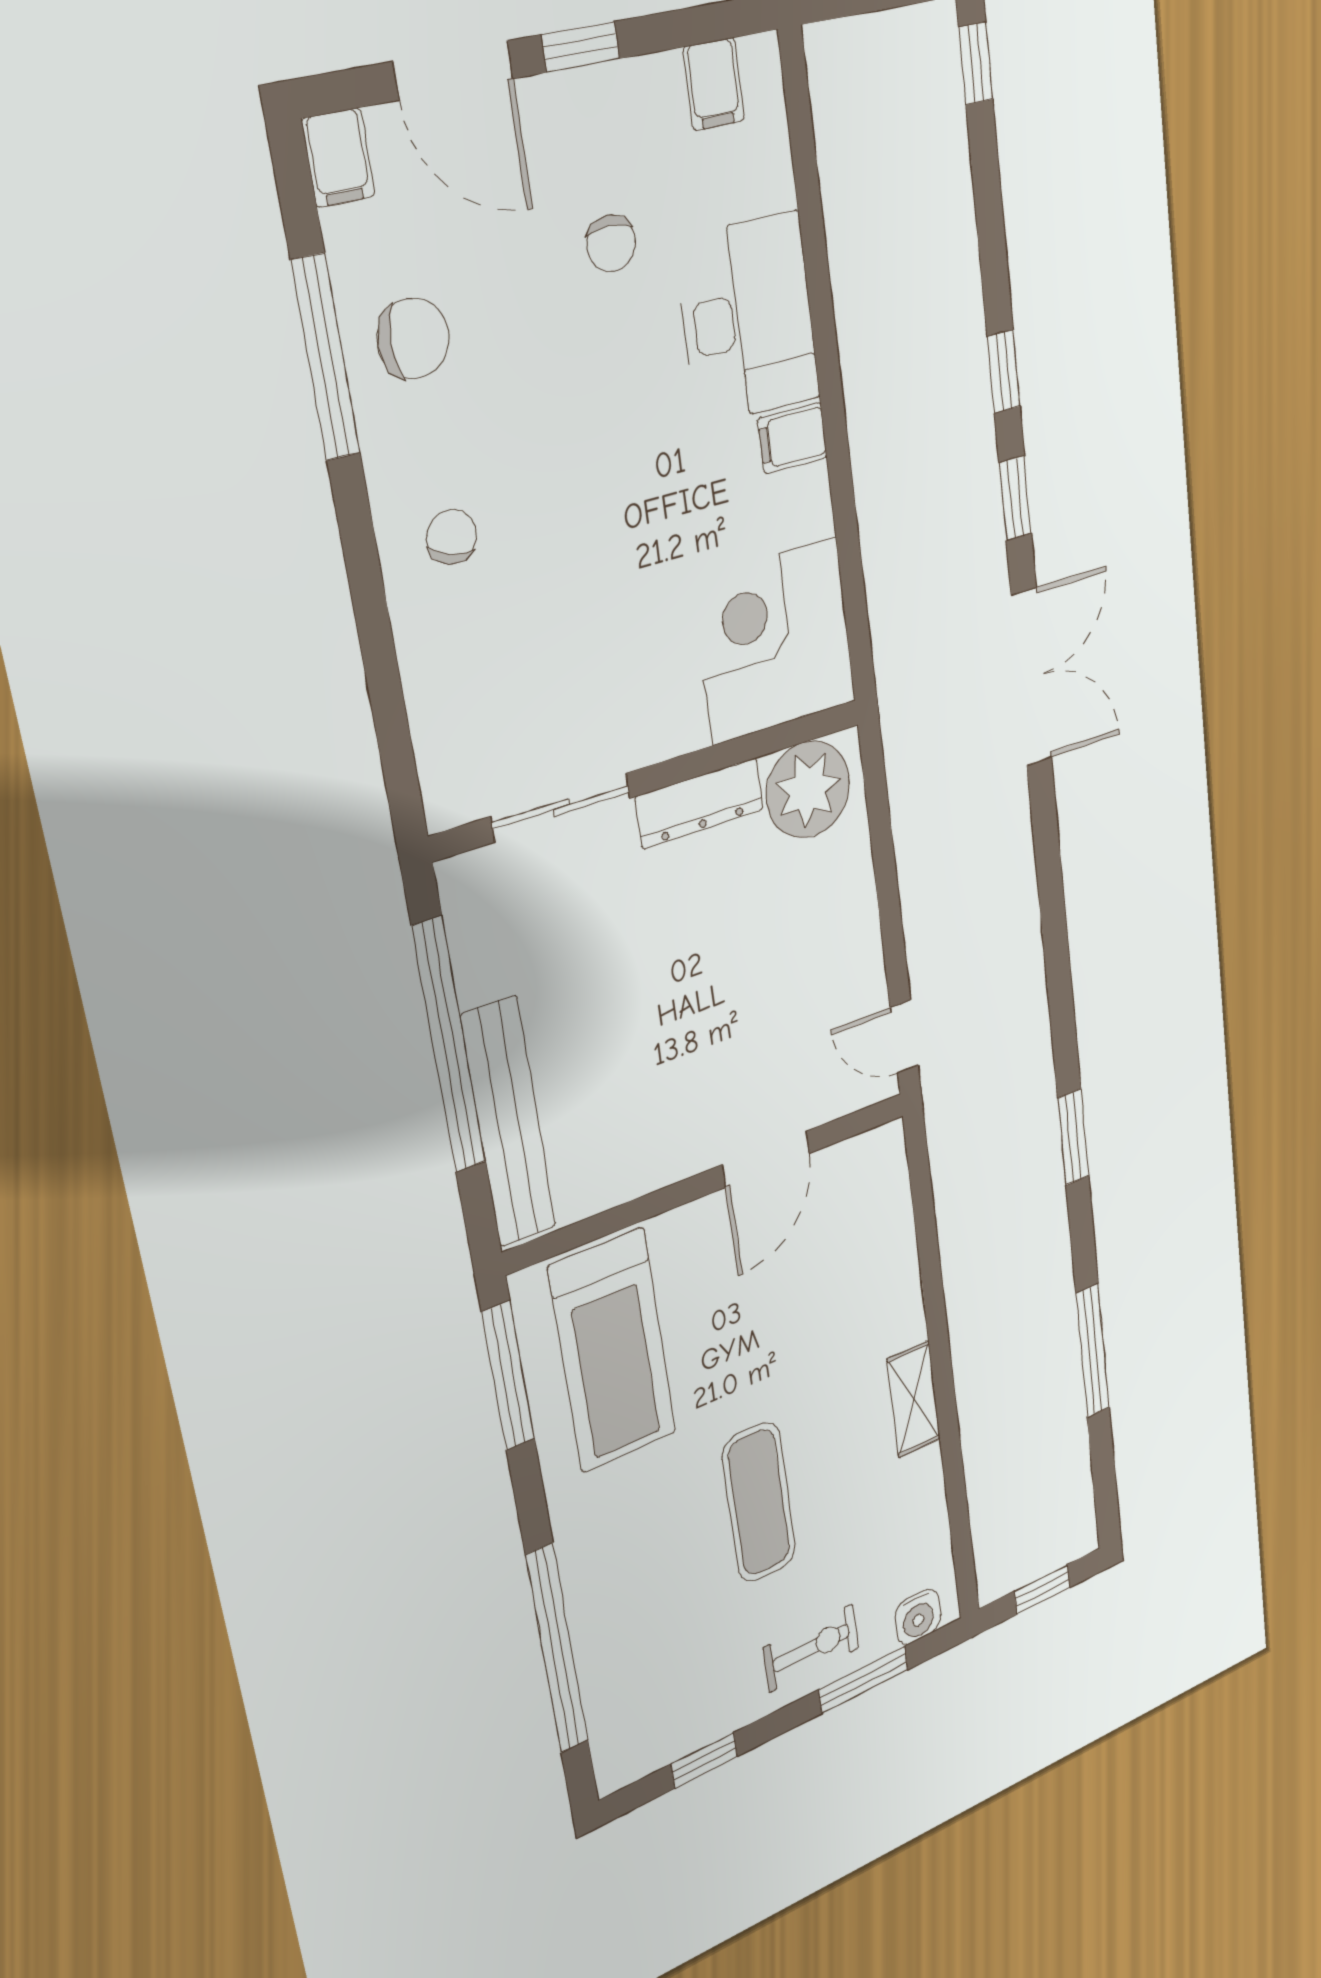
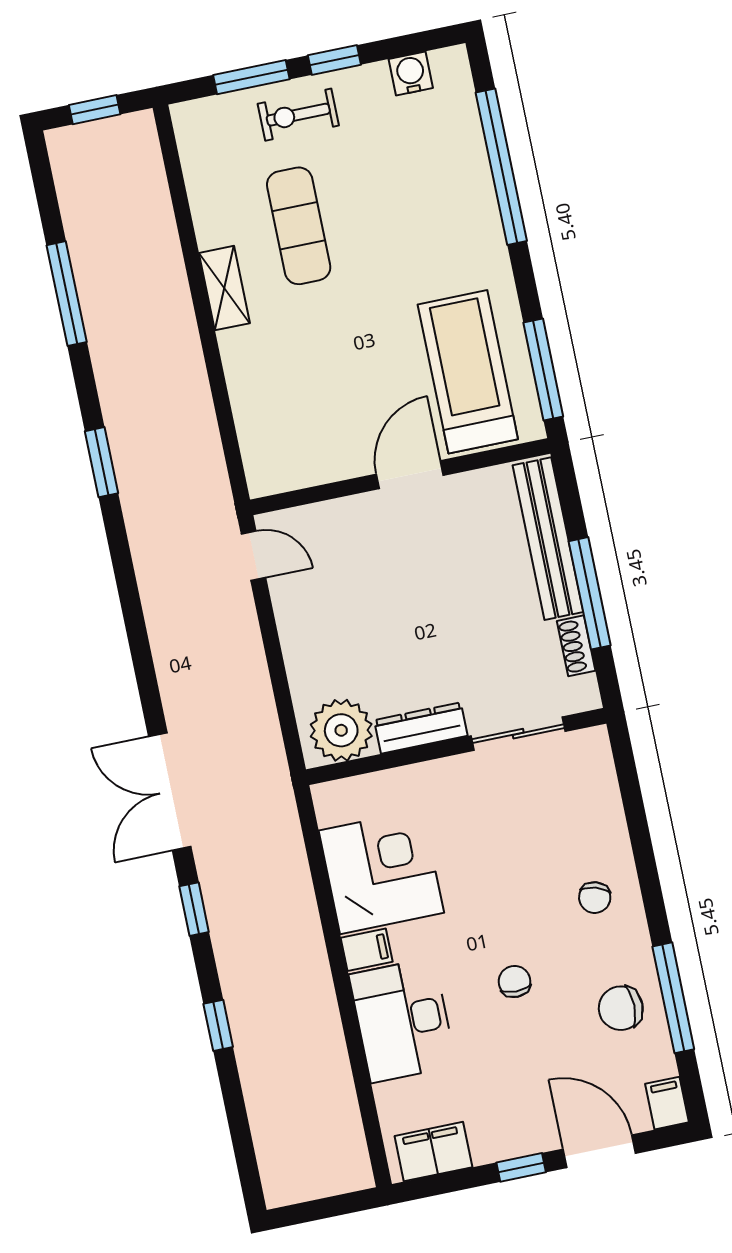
window: (976, 63) -> (249, 1172), removed
filing cabinet: (714, 84) -> (433, 1152), width x2.00
chair: (611, 243) -> (514, 982), moved
window: (1004, 371) -> (218, 1025), moved
corner desk: (775, 641) -> (381, 872), moved, turned -90
shoe rack: (471, 959) -> (576, 646), added
window: (449, 1046) -> (590, 593), width x0.68
door: (766, 1159) -> (410, 475), moved
exercise mat: (759, 1502) -> (299, 226), moved
water cooler: (918, 1617) -> (411, 74), moved
window: (704, 1760) -> (334, 60), moved

